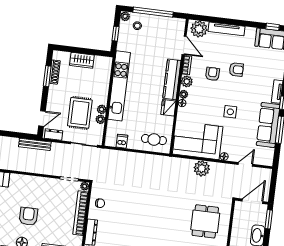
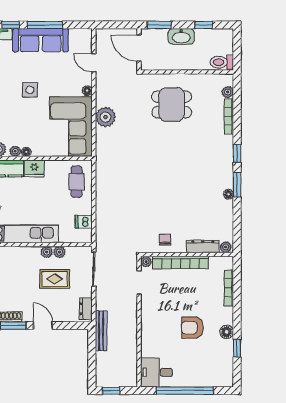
rug: (80, 113) -> (55, 279), width x0.73, depth x0.70
door: (42, 119) -> (43, 326), moved

